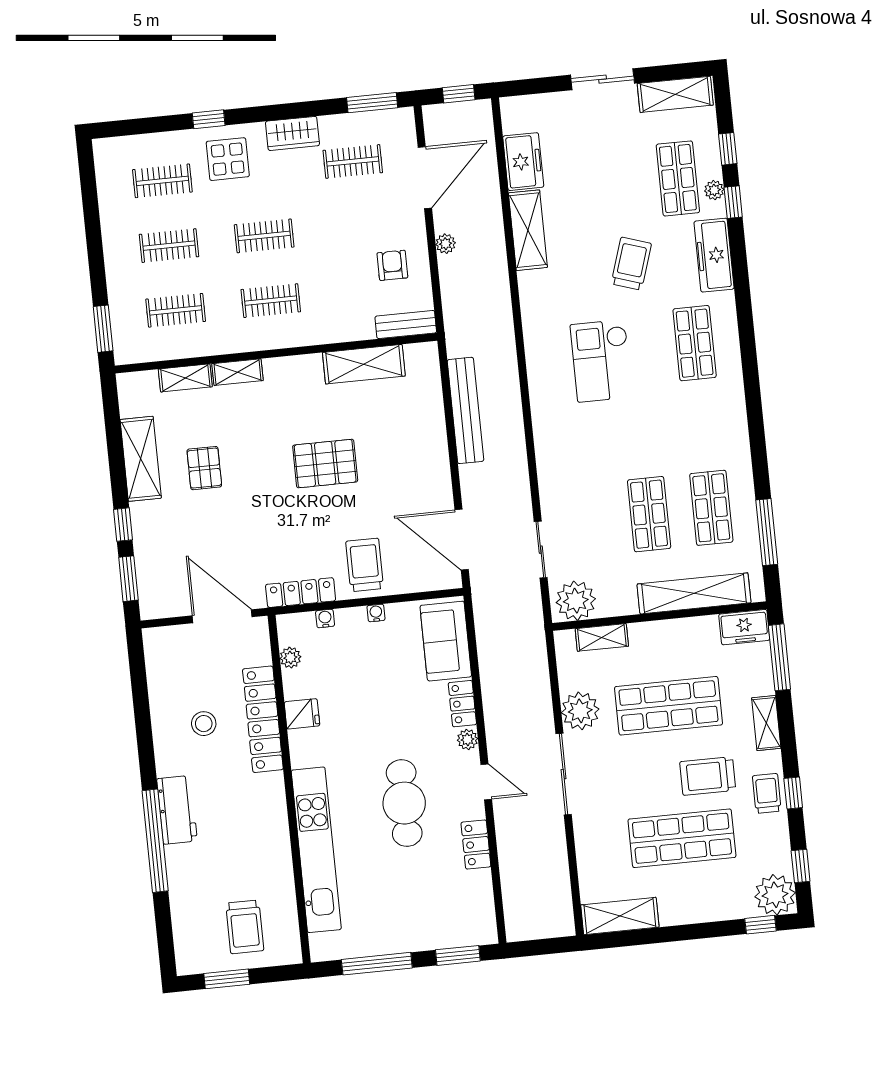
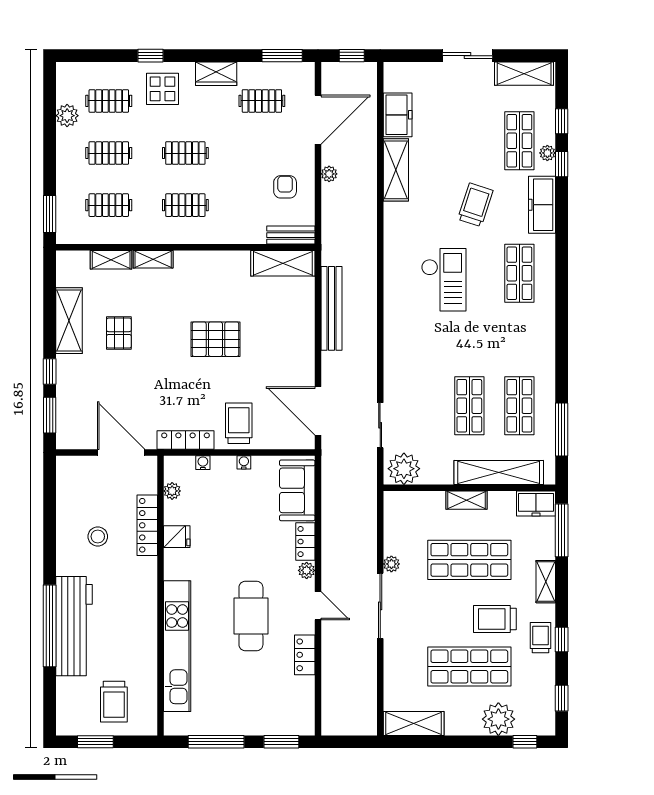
plant: (113, 204) -> (67, 116), added
checkout: (601, 361) -> (444, 280), turned 180
shelving: (364, 364) -> (283, 263), moved
shelving: (602, 637) -> (467, 500), moved
plant: (580, 711) -> (391, 564), width x0.53, depth x0.53
locker: (263, 719) -> (147, 525), width x0.71, depth x0.83
workbench: (177, 810) -> (74, 626), width x1.88, depth x1.32
plant: (775, 895) -> (498, 719), moved

